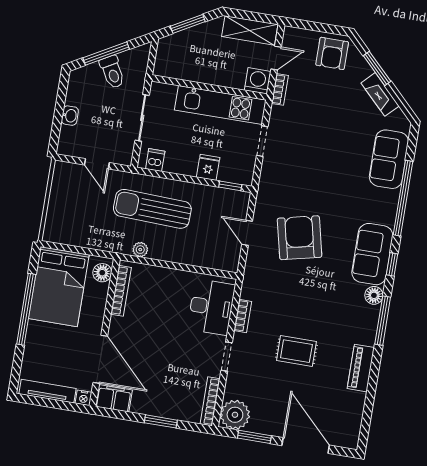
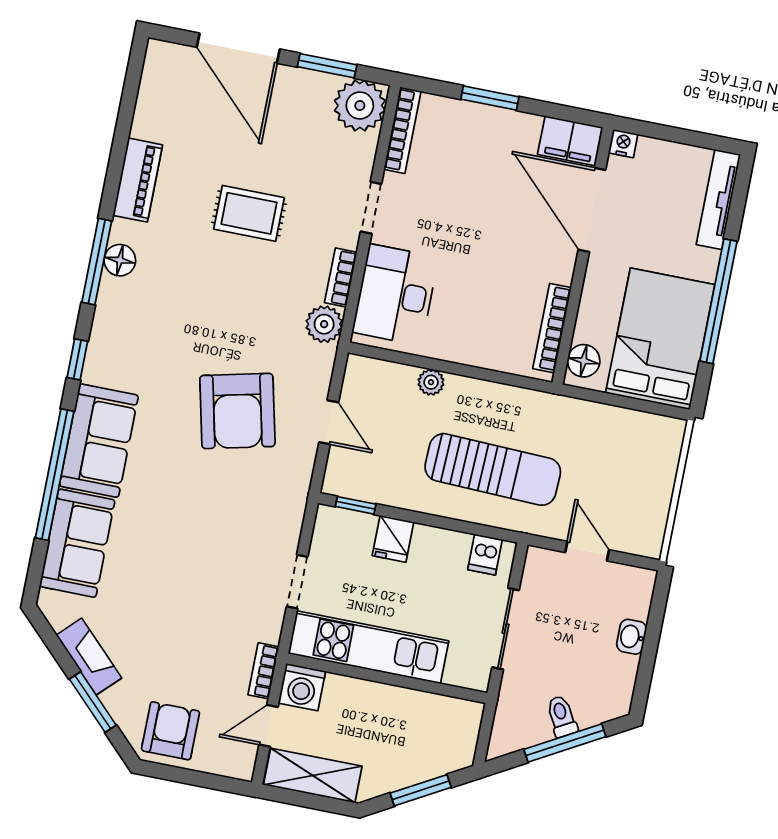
toilet: (112, 72) -> (562, 716), width x0.73, depth x0.72
plant: (140, 250) -> (431, 382), moved
sofa: (372, 254) -> (99, 441), moved
plant: (251, 289) -> (324, 324), added
floor lamp: (374, 295) -> (120, 260), moved
tv unit: (48, 391) -> (718, 199), moved, turned 90

